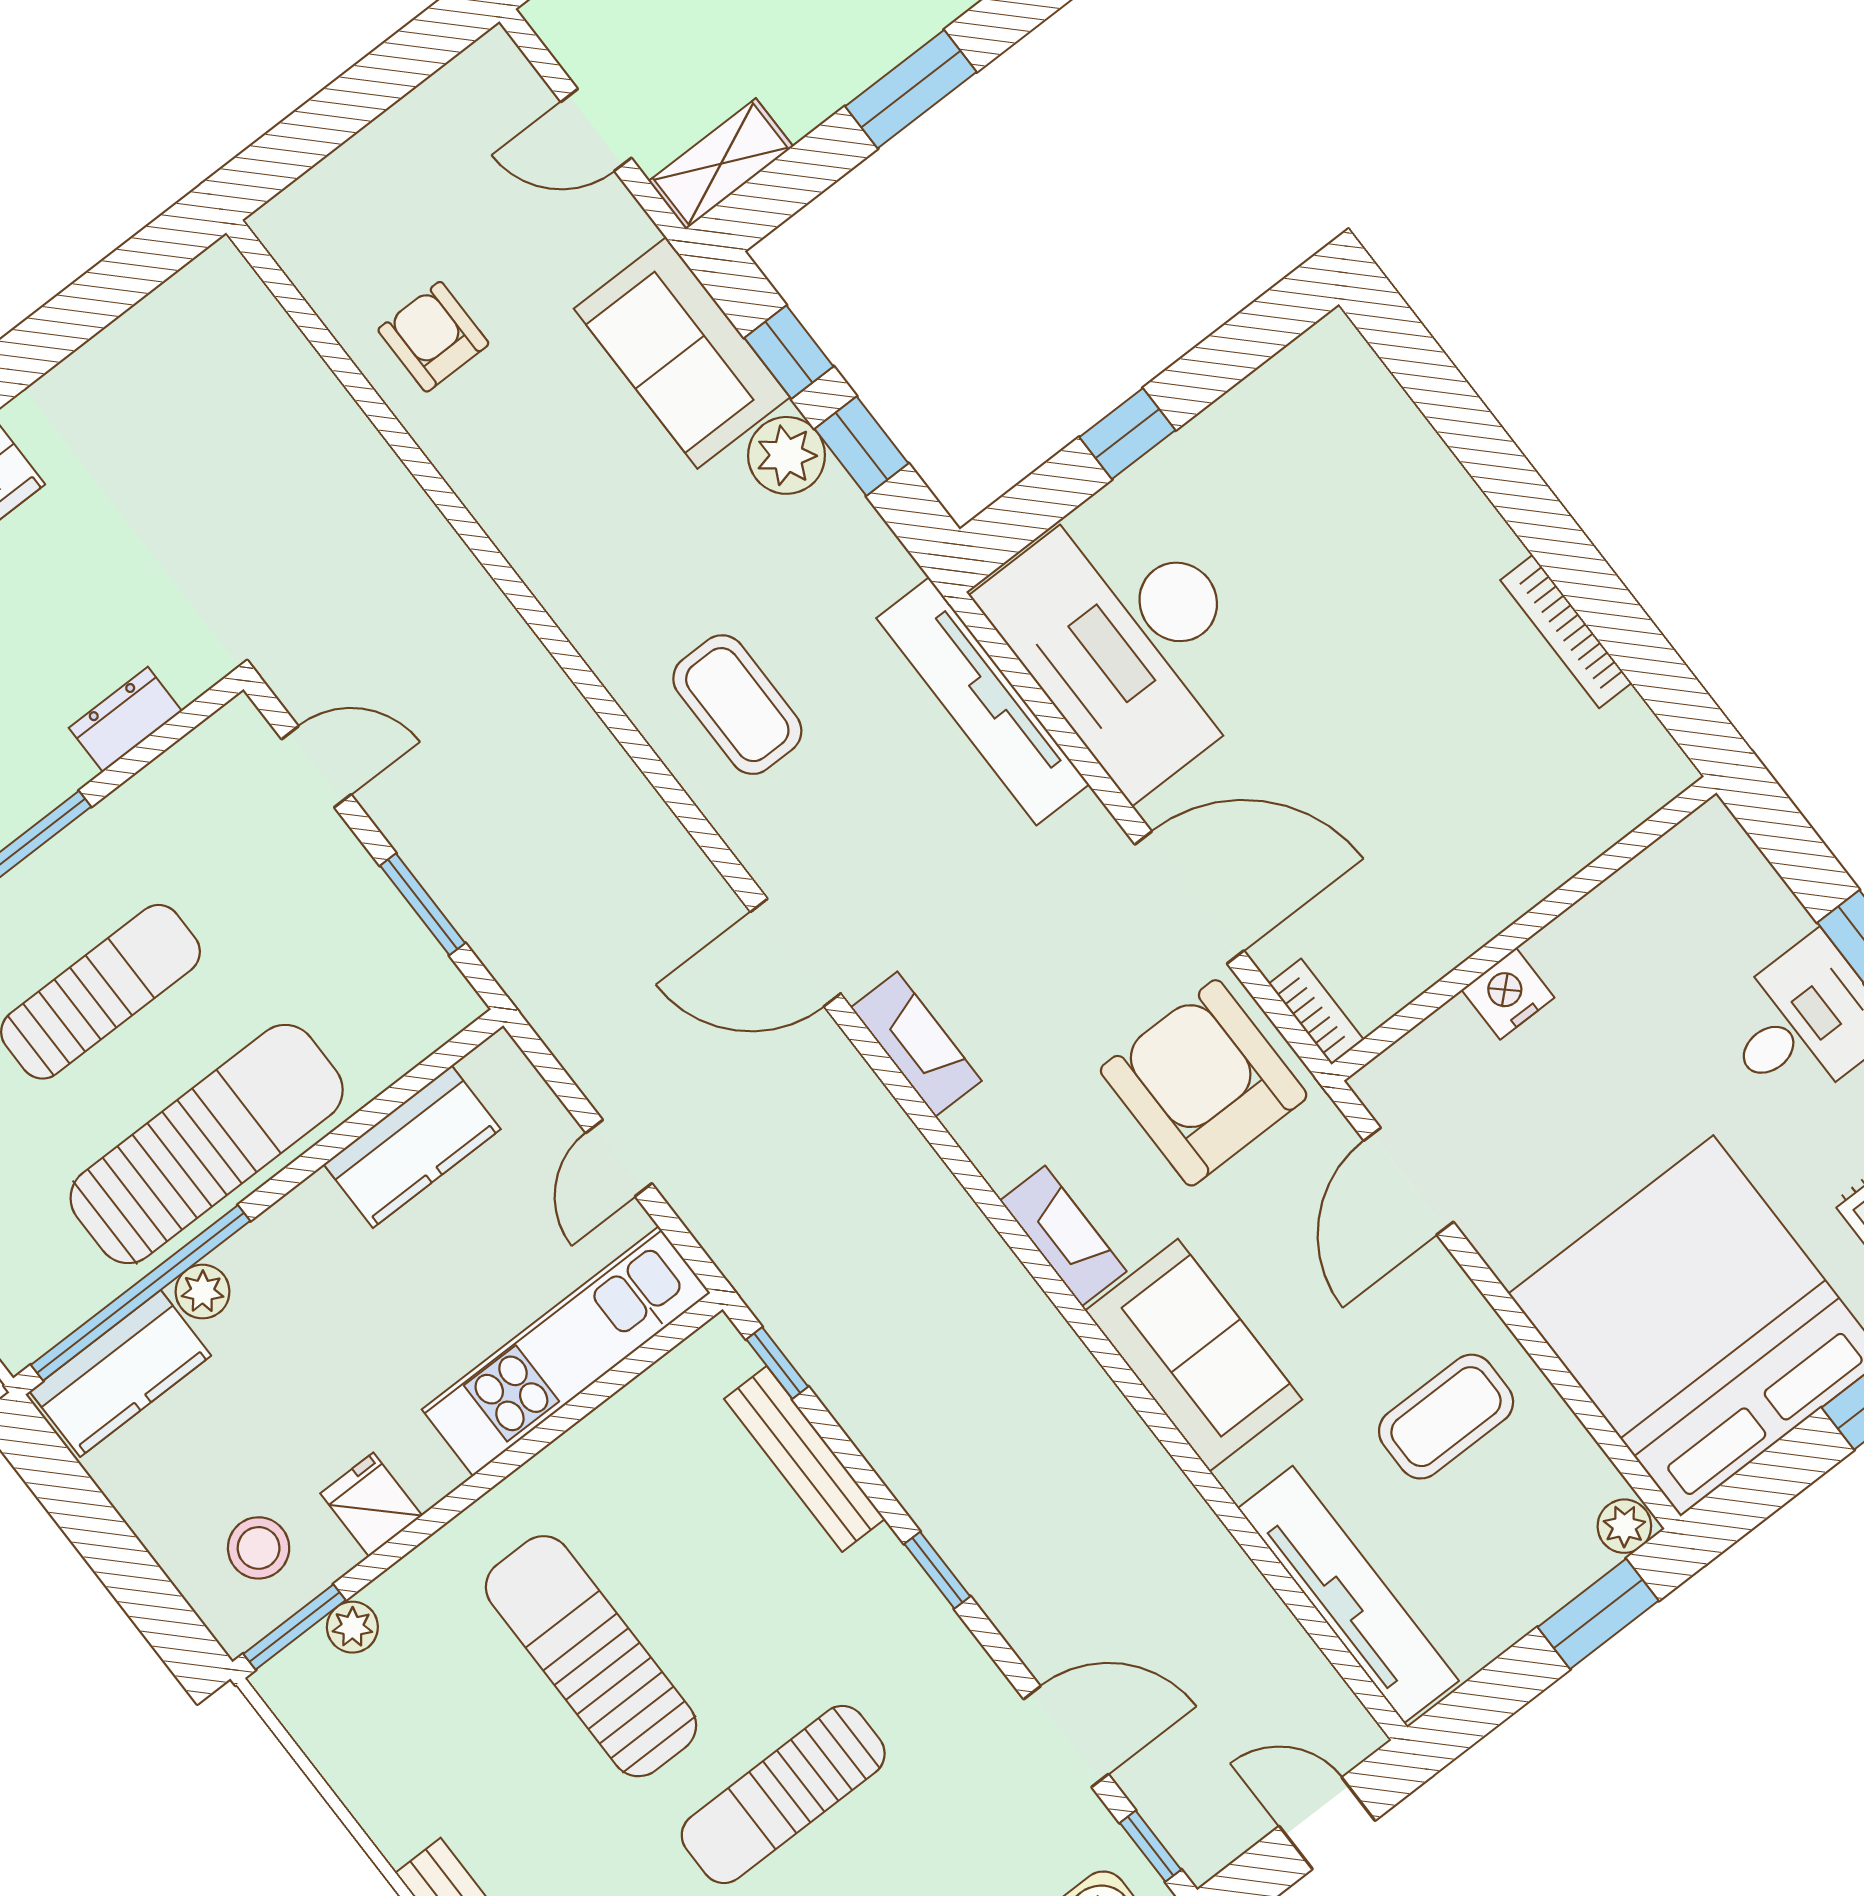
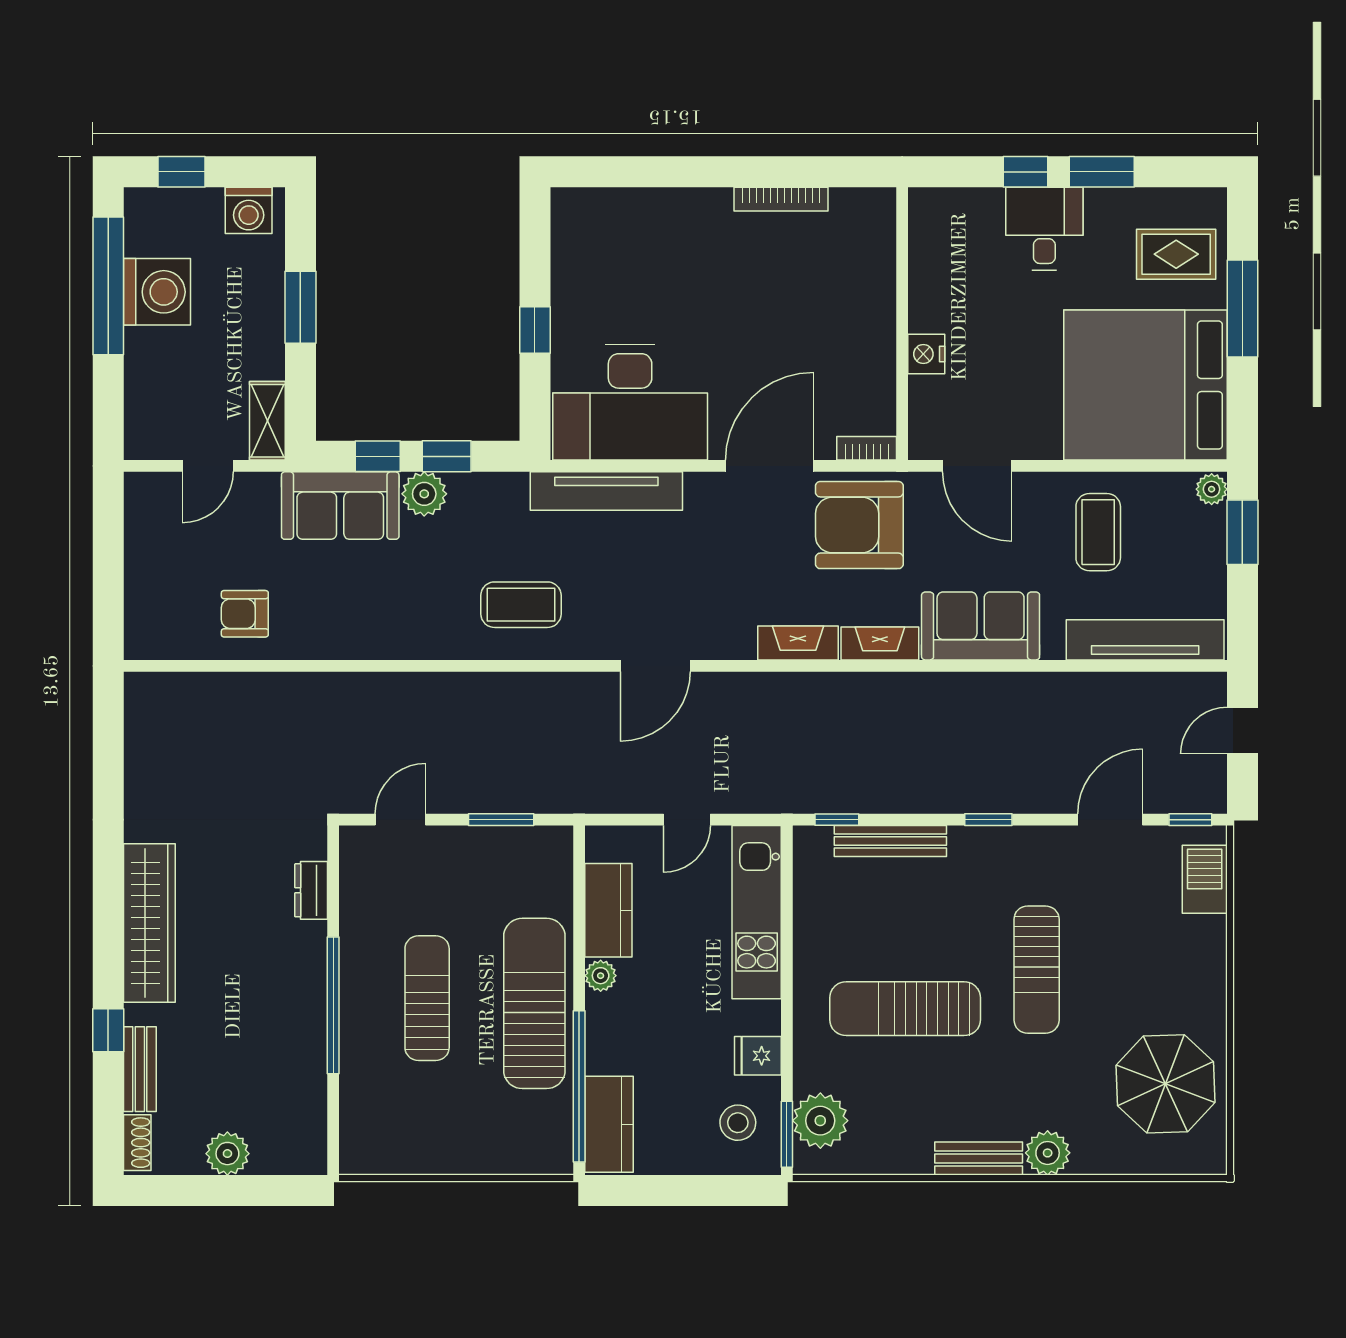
fireplace: (916, 1044) -> (798, 643), moved
door: (619, 1158) -> (687, 820), hinge flipped
plant: (203, 1292) -> (601, 976), moved
plant: (352, 1627) -> (820, 1121), width x1.87, depth x1.87

